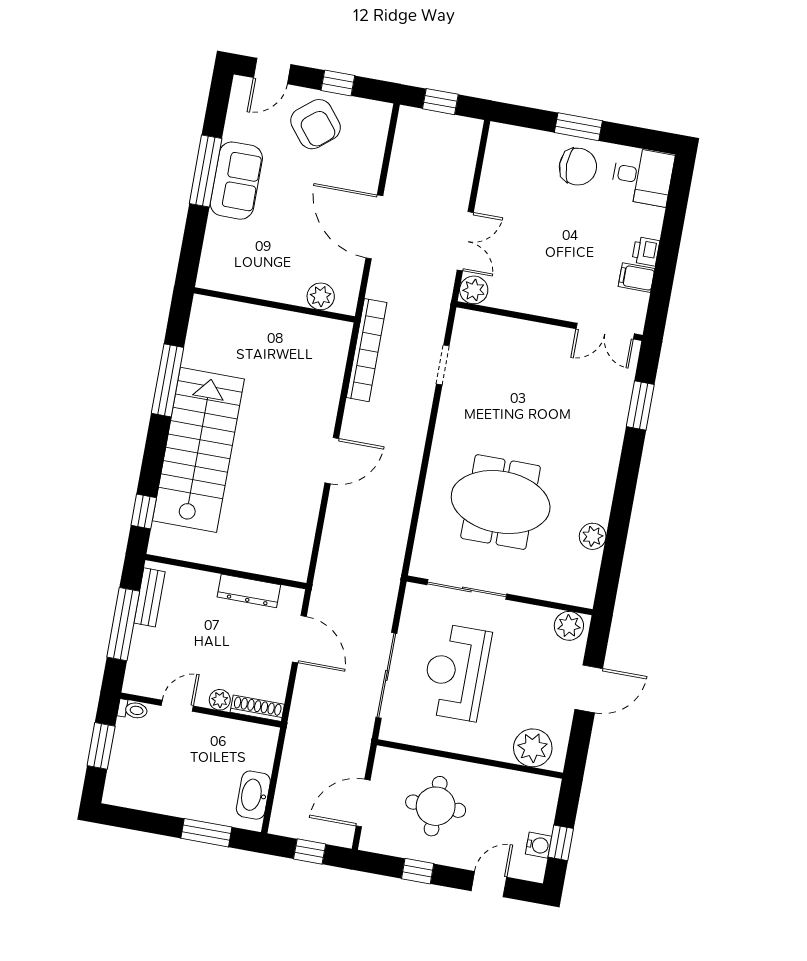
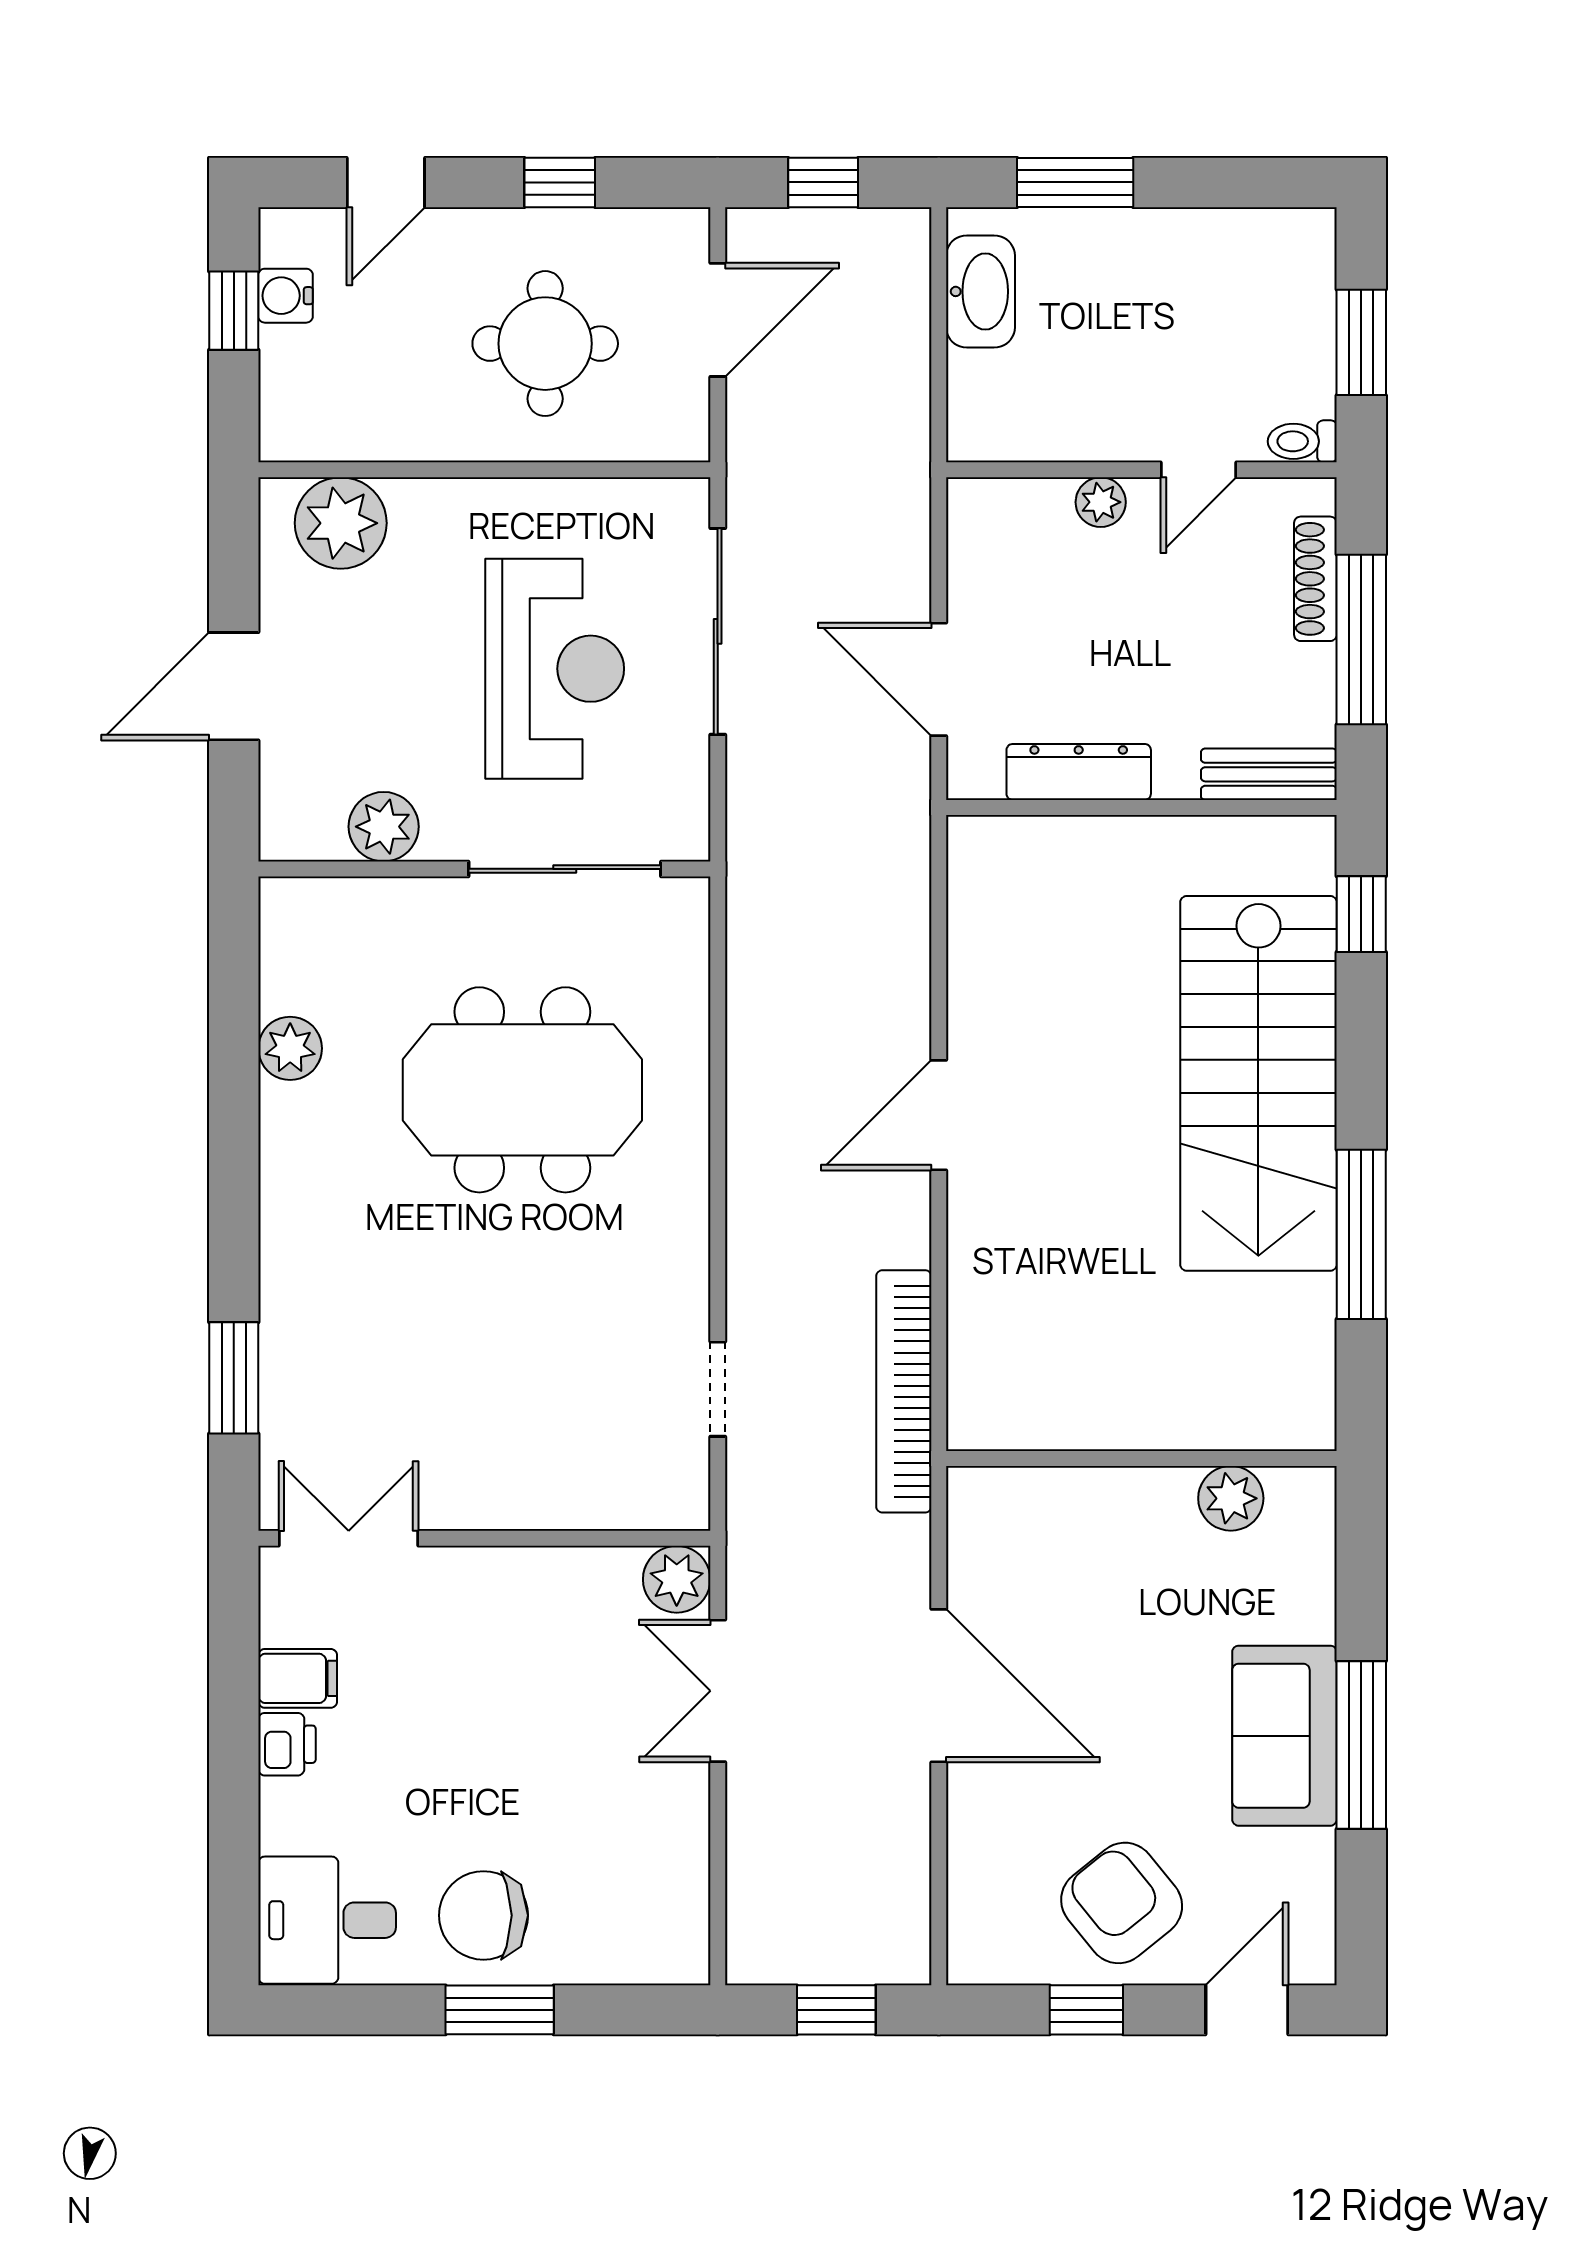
plant: (321, 296) -> (1231, 1498), moved
bench: (149, 597) -> (1269, 774), moved, turned 90
plant: (569, 626) -> (384, 827), moved
shoe rack: (257, 708) -> (1315, 579), moved, turned 90

